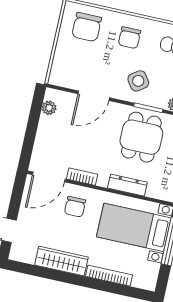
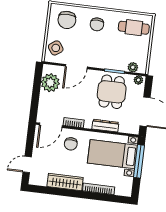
side table: (138, 81) -> (56, 48), moved
plant: (49, 108) -> (50, 83), width x1.88, depth x1.88

